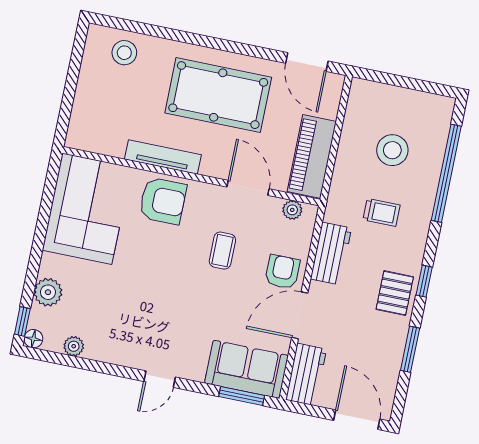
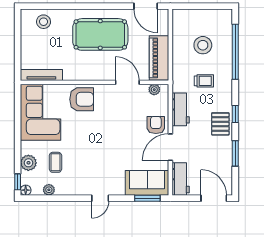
tv unit: (163, 157) -> (41, 75), moved
coffee table: (222, 251) -> (55, 162), moved

